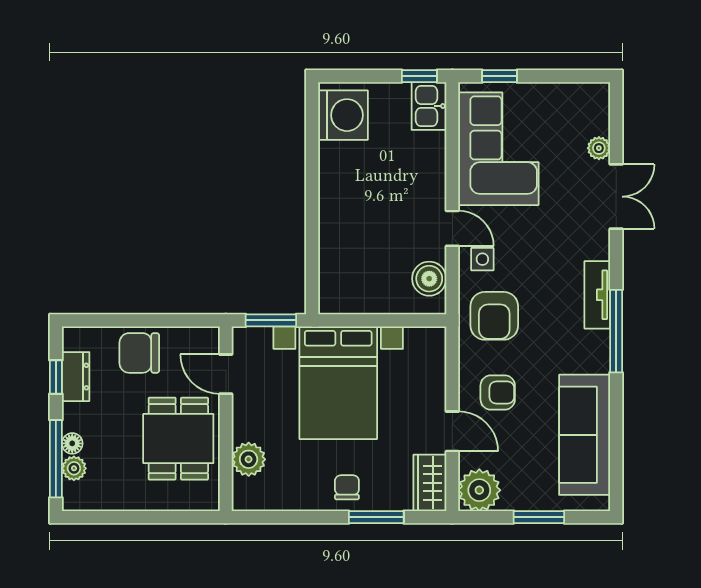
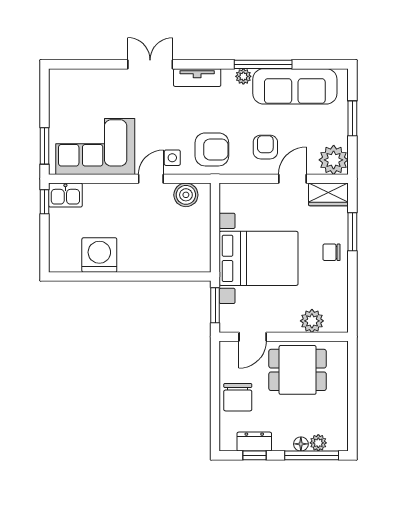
window: (499, 76) -> (45, 146), width x1.50
washing machine: (343, 115) -> (99, 255), moved
plant: (599, 148) -> (243, 76), moved
double door: (616, 197) -> (150, 64), moved
window: (616, 331) -> (263, 64), moved

